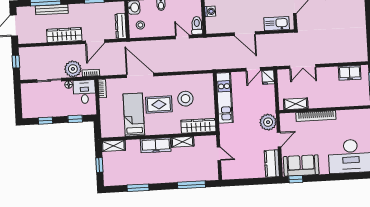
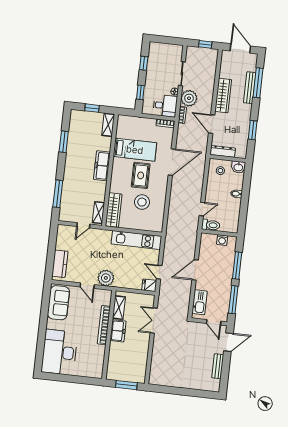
freezer: (350, 73) -> (118, 331), moved, turned 180
shelving: (182, 142) -> (98, 213), moved
kitchen counter: (272, 164) -> (60, 264), moved, turned 90
window: (296, 179) -> (46, 295), removed

